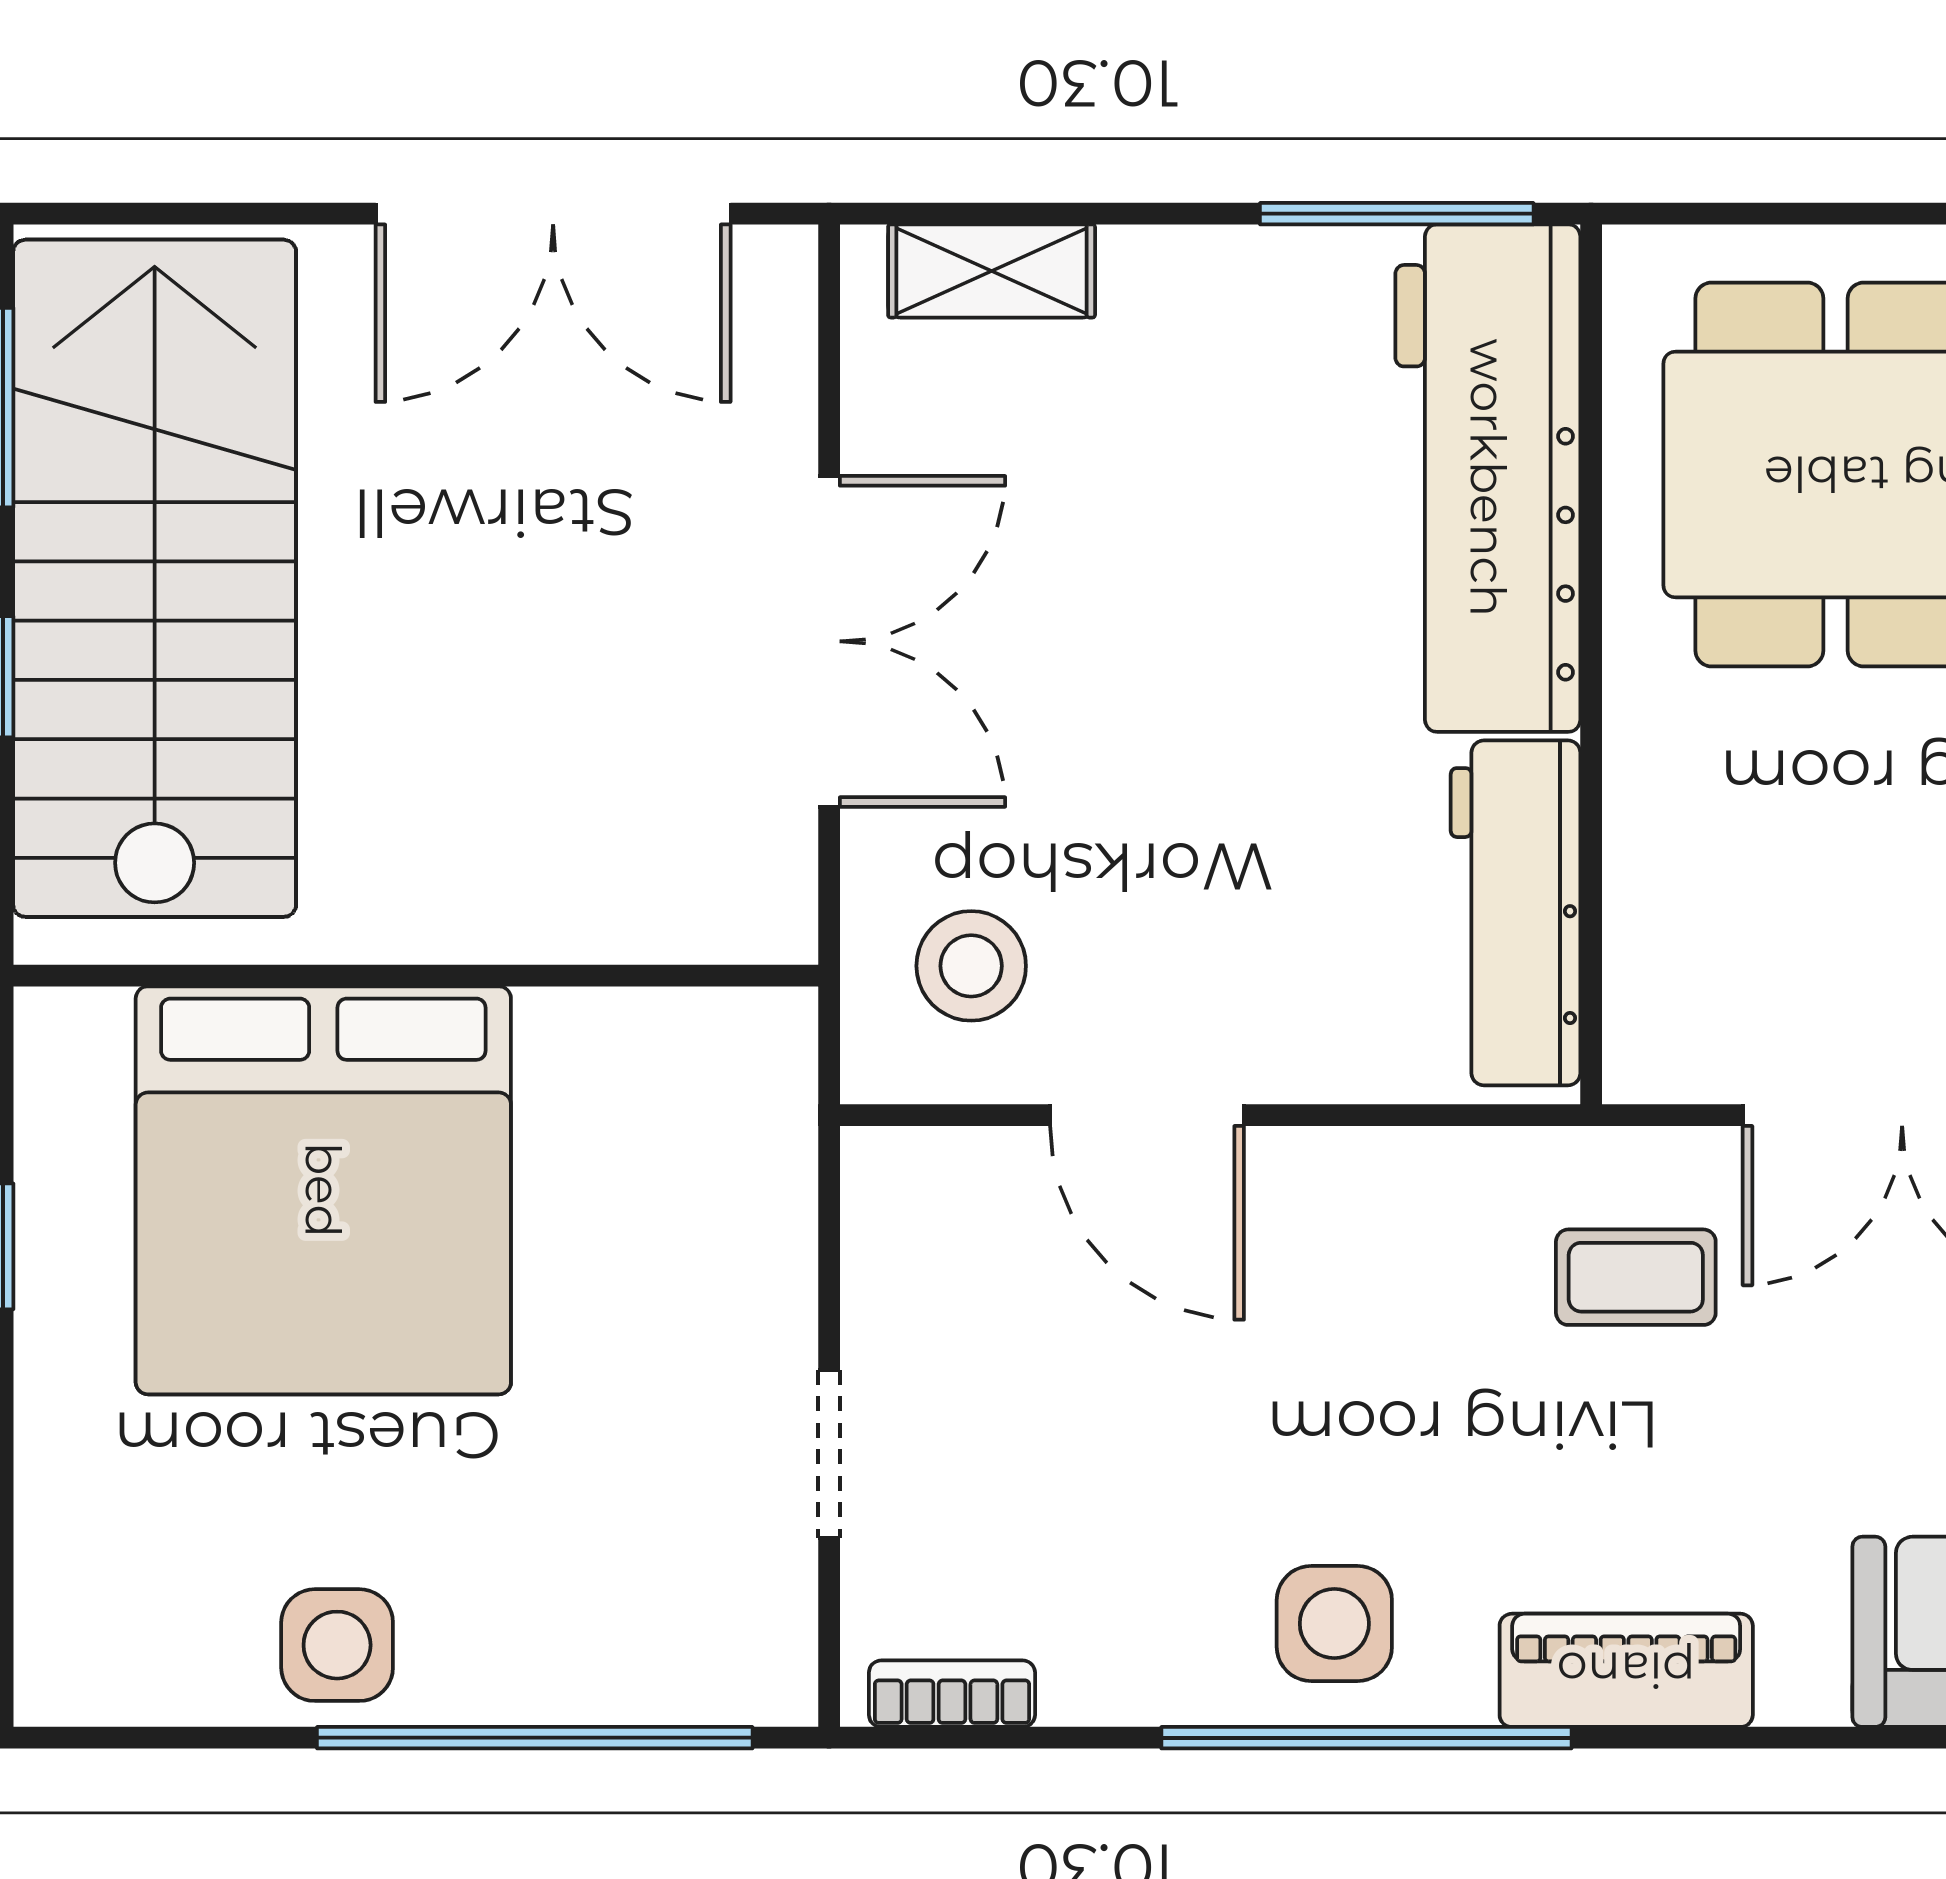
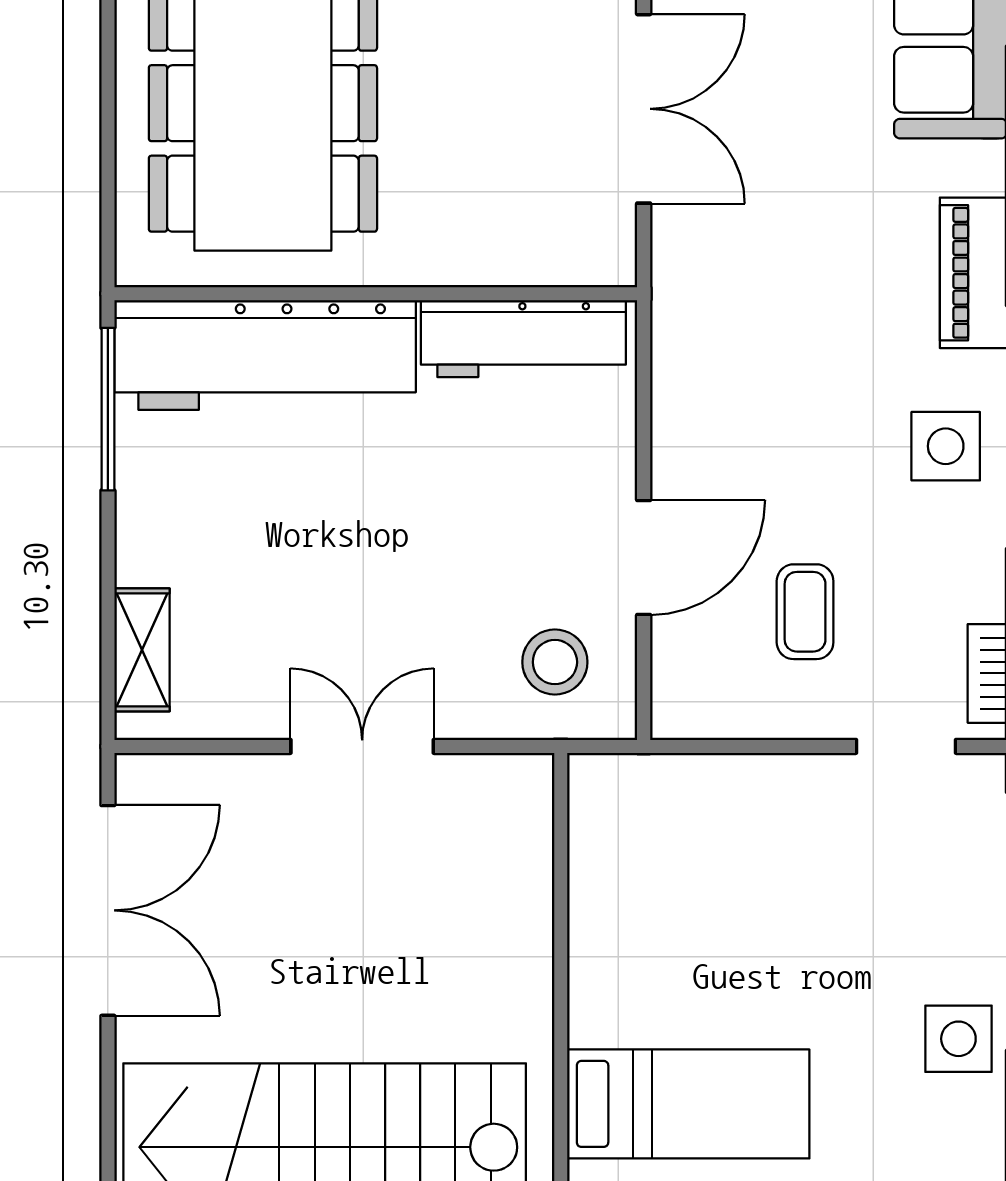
double door: (829, 641) -> (362, 746), width x0.73
bed: (323, 1190) -> (688, 1104), width x0.49
coffee table: (1636, 1277) -> (805, 612), moved
doorway: (829, 1454) -> (906, 746), moved

